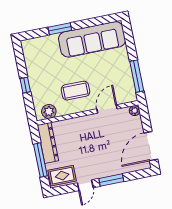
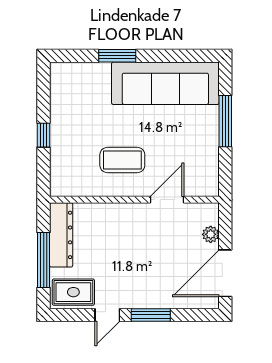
window: (137, 76) -> (225, 121), moved
plant: (49, 111) -> (73, 185), removed
plant: (135, 111) -> (211, 234), moved

